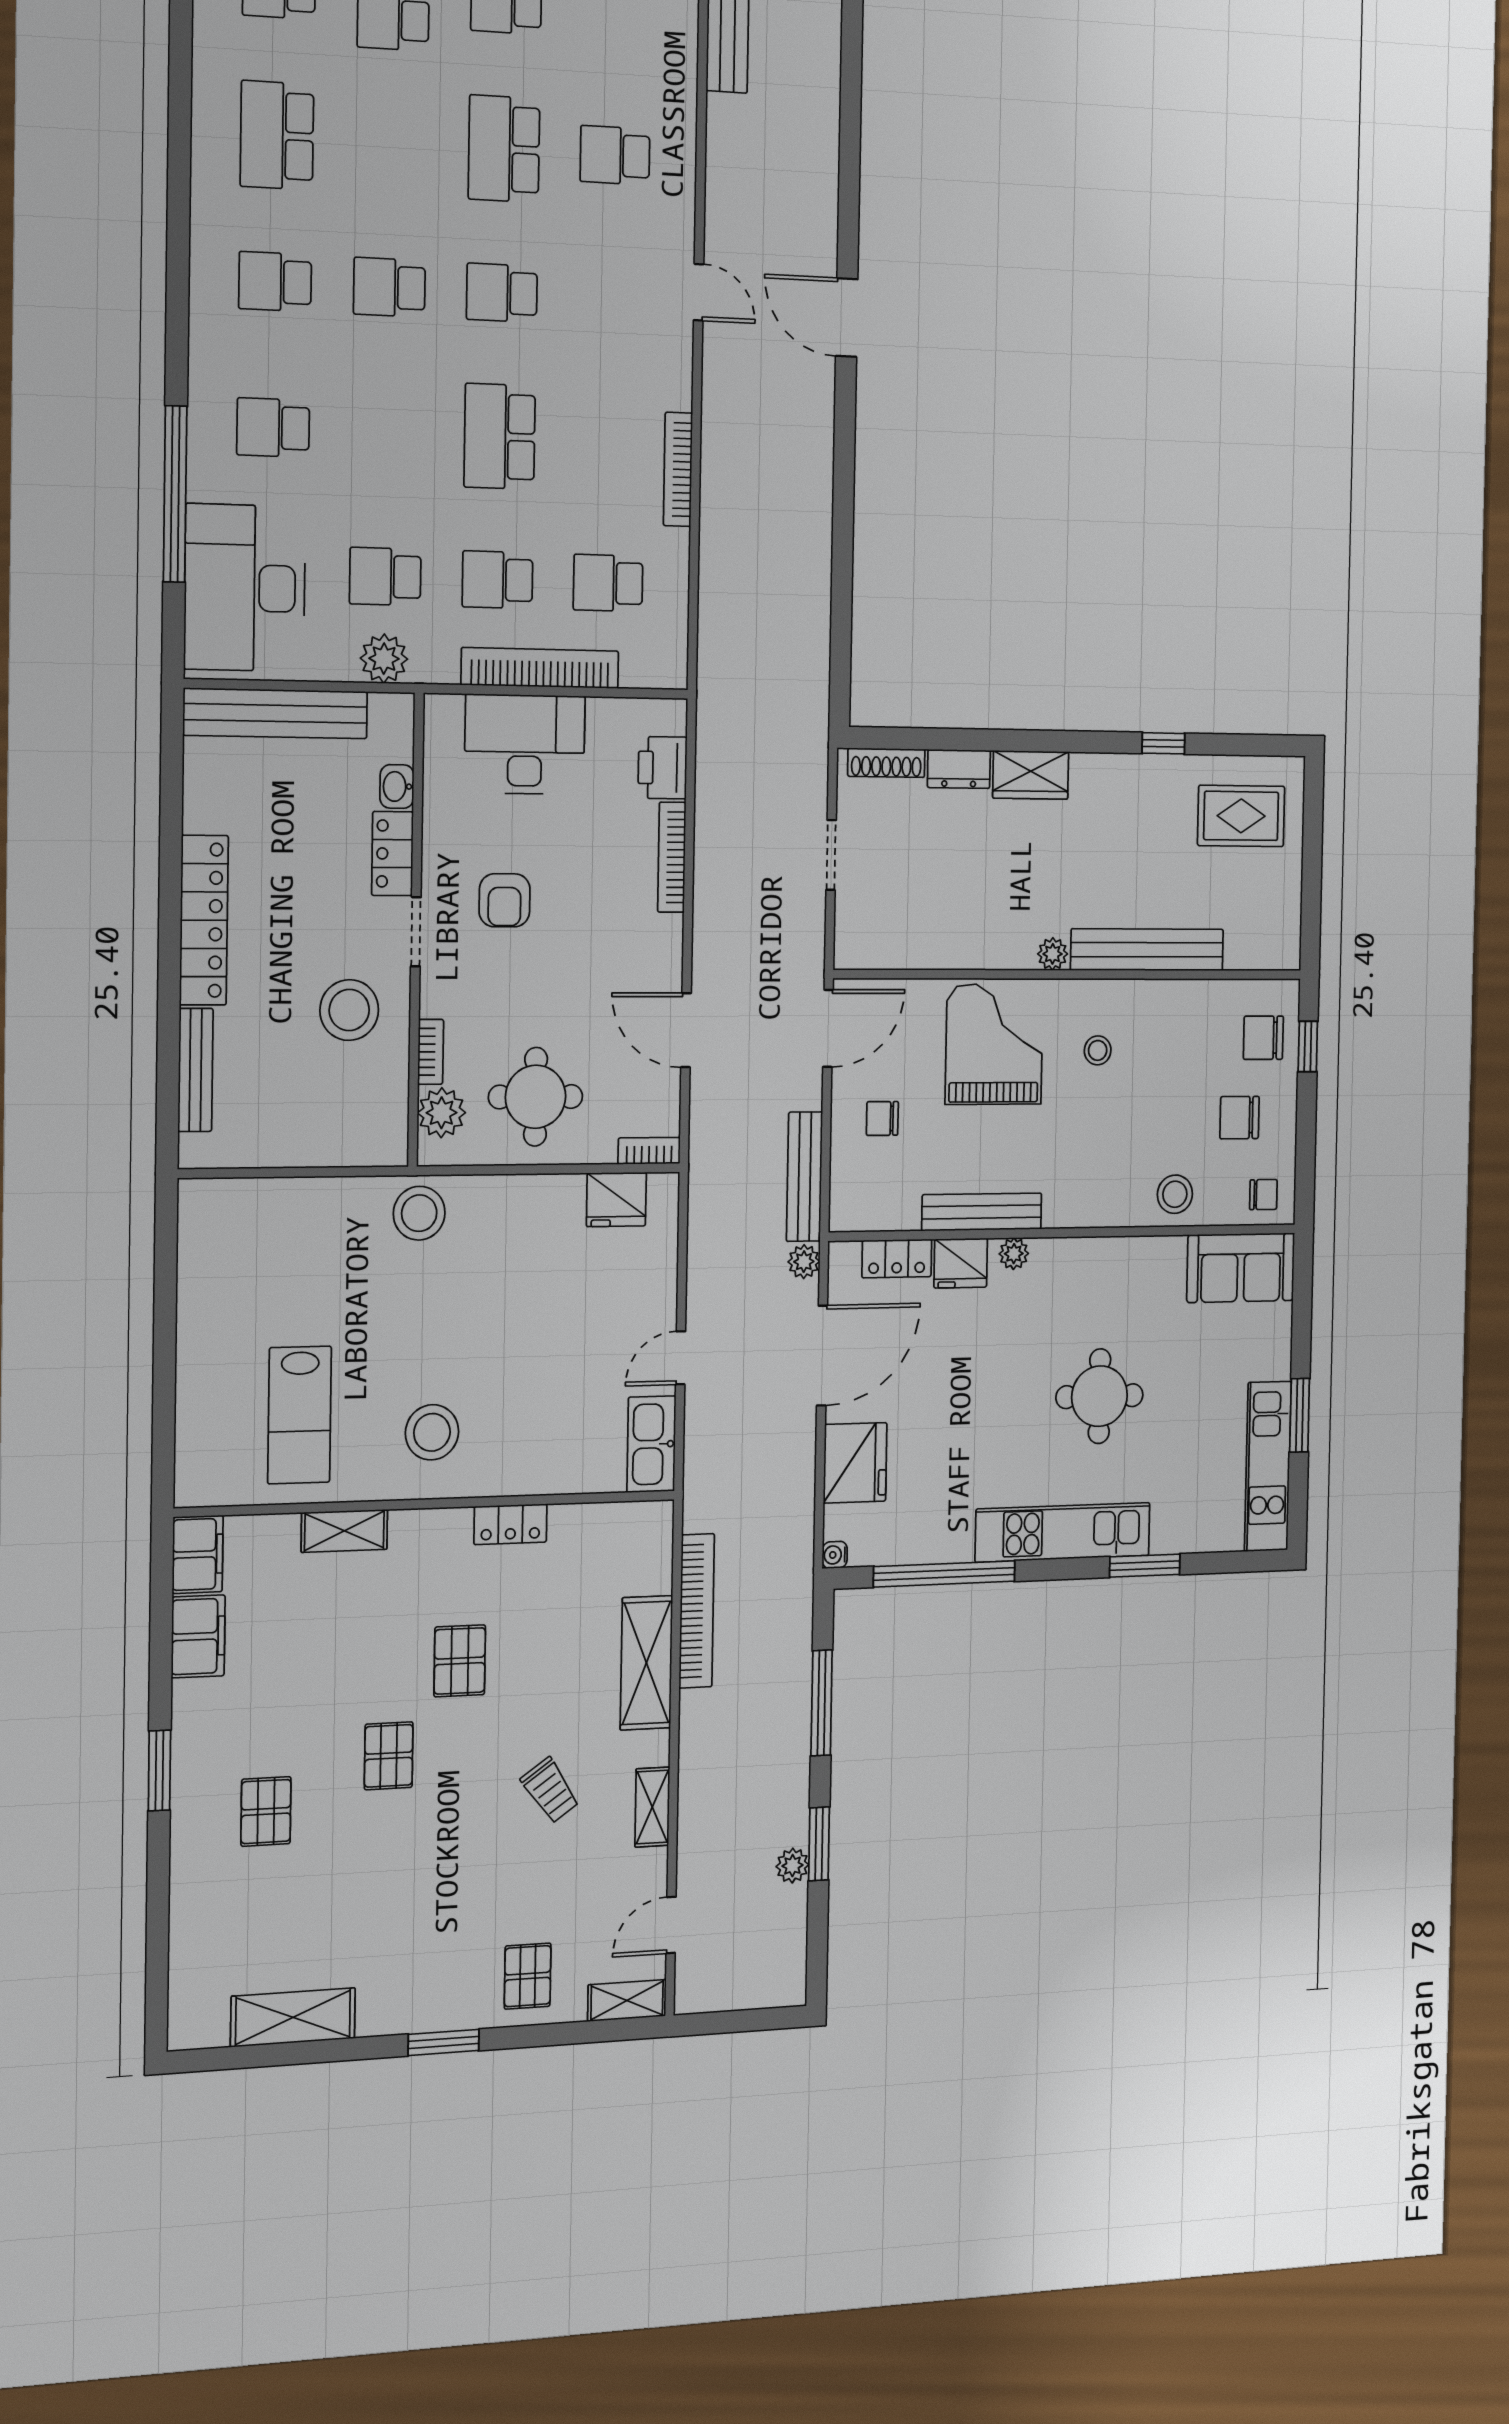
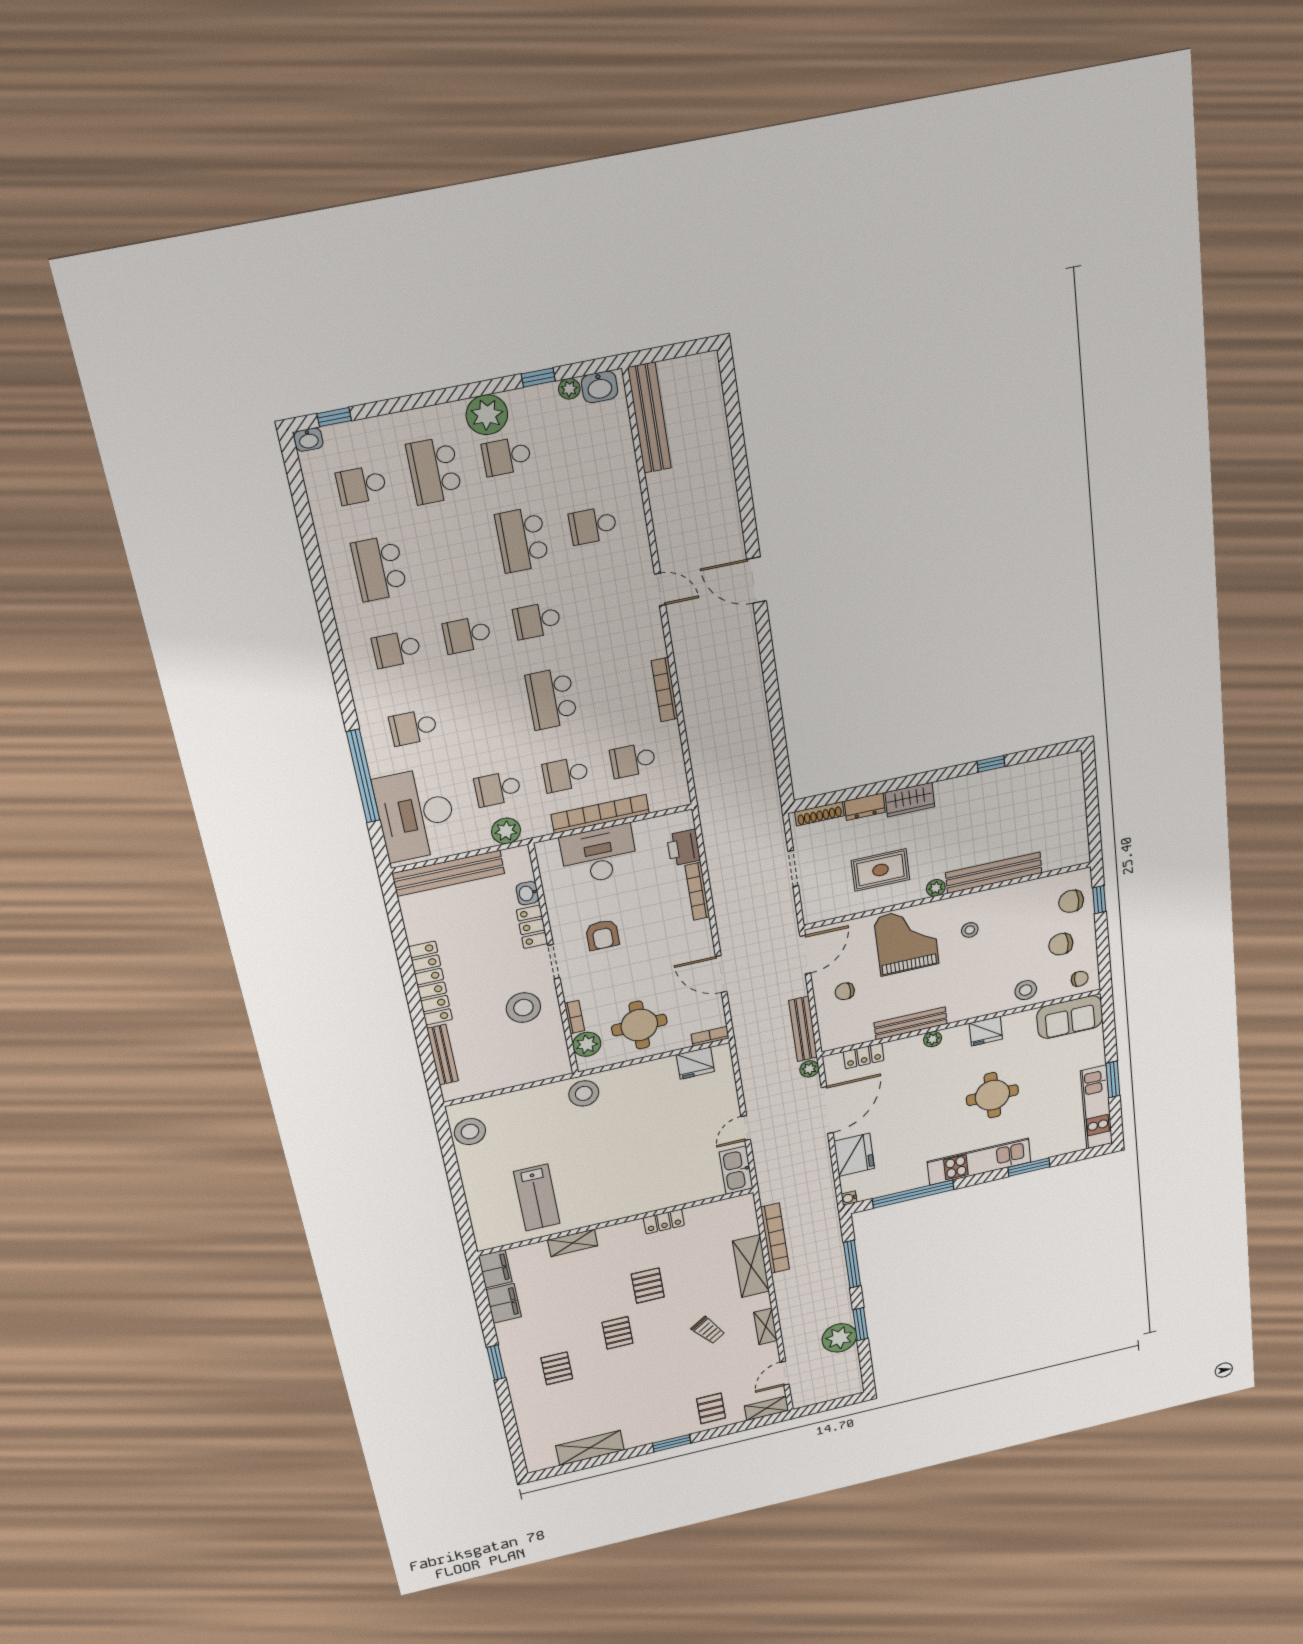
rug: (1241, 816) -> (880, 870), moved
fridge: (961, 1263) -> (986, 1031), moved
stool: (432, 1432) -> (470, 1132), moved
plant: (792, 1866) -> (839, 1338), width x1.88, depth x1.88

